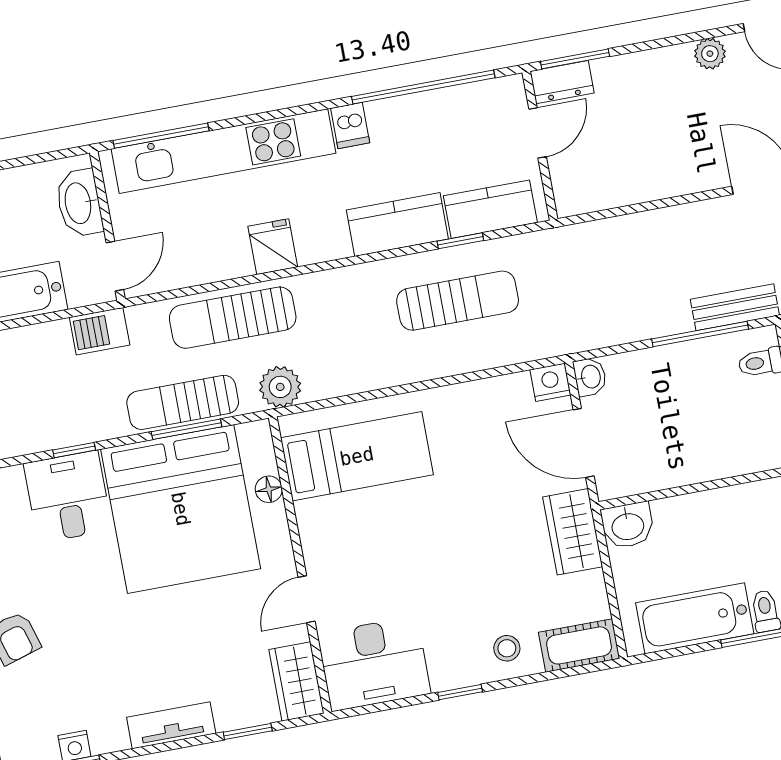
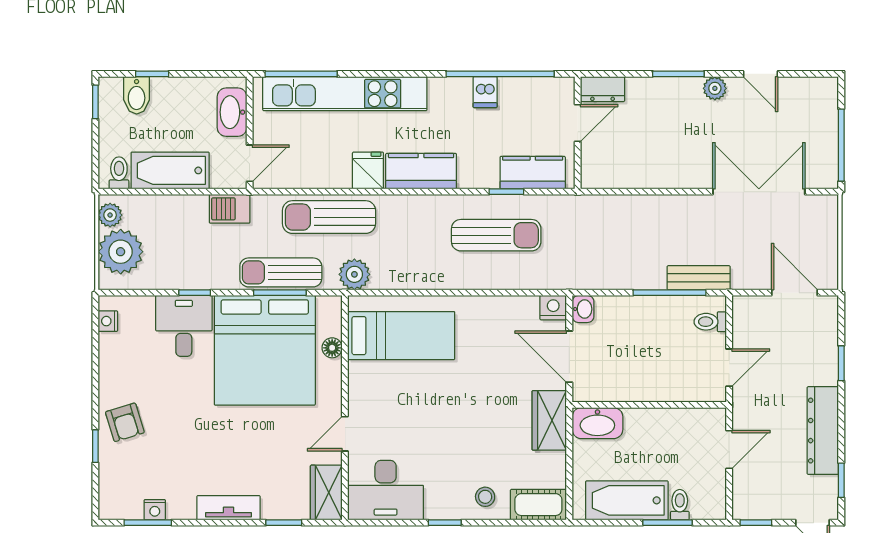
window: (575, 59) -> (678, 74), moved
dishwasher: (350, 126) -> (485, 92), moved
kitchen counter: (397, 224) -> (421, 171), moved
washbasin: (628, 525) -> (597, 423), width x1.38

